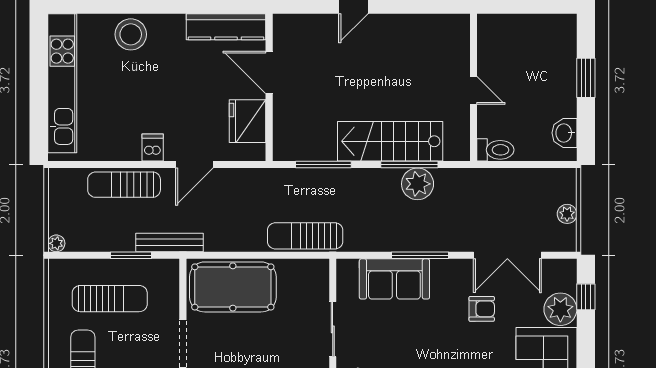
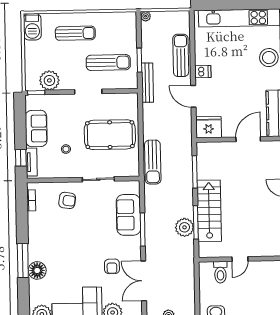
fridge: (247, 121) -> (209, 127), moved
toilet: (495, 150) -> (220, 272), moved
sun lounger: (305, 236) -> (153, 162), turned 180
pool table: (233, 287) -> (110, 135), moved, turned 90
sun lounger: (110, 299) -> (108, 62), moved, turned -90

